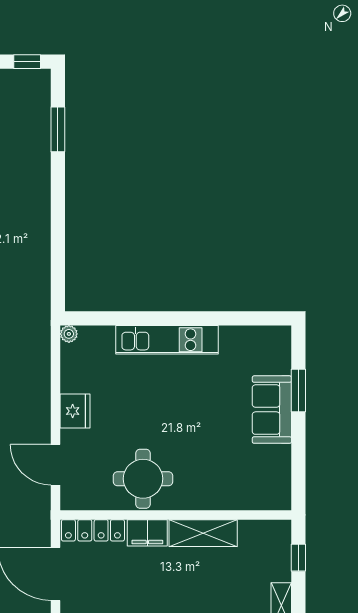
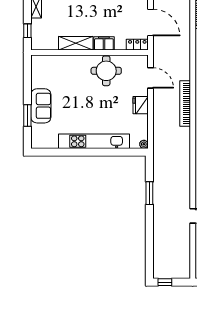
window: (58, 129) -> (149, 193), moved
kitchen unit: (167, 340) -> (94, 141), width x1.36
locker: (93, 530) -> (137, 45), width x0.66

